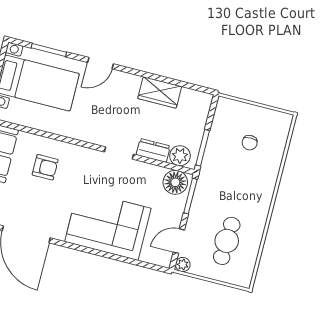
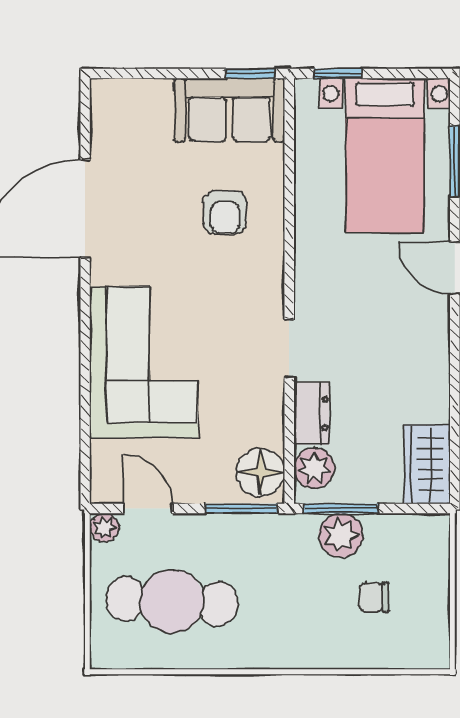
wardrobe: (160, 92) -> (427, 464), moved
plant: (216, 151) -> (341, 535), added
cafe table: (227, 241) -> (172, 601), width x1.37, depth x1.35

